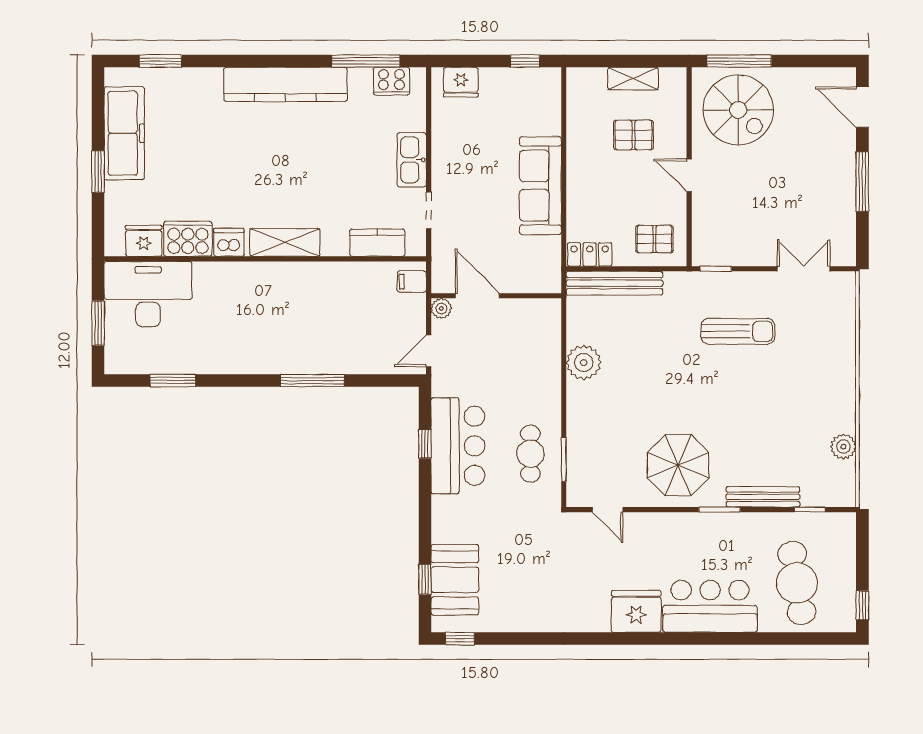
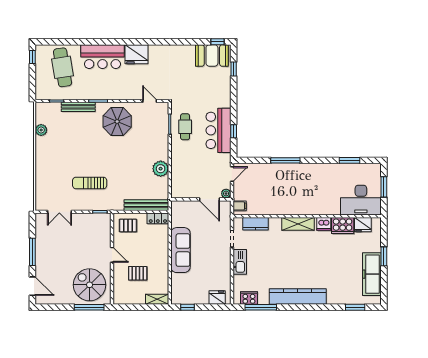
shelving: (633, 78) -> (157, 299), moved
booth: (455, 580) -> (212, 55), moved, turned 90

